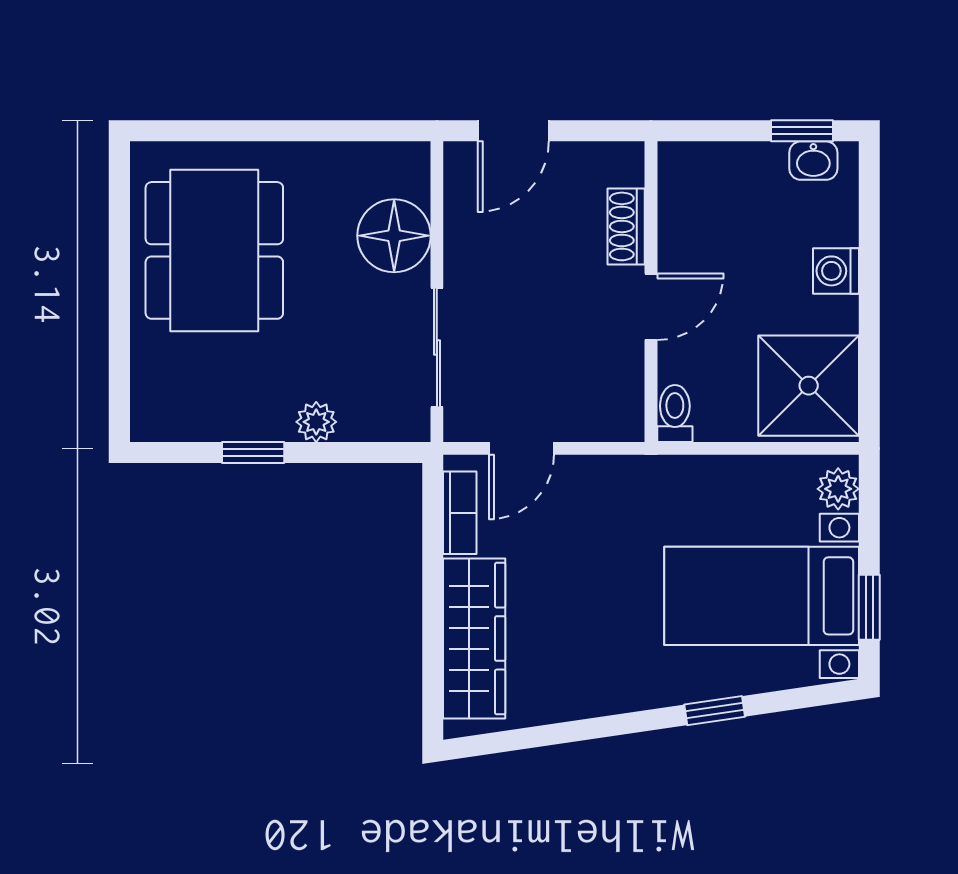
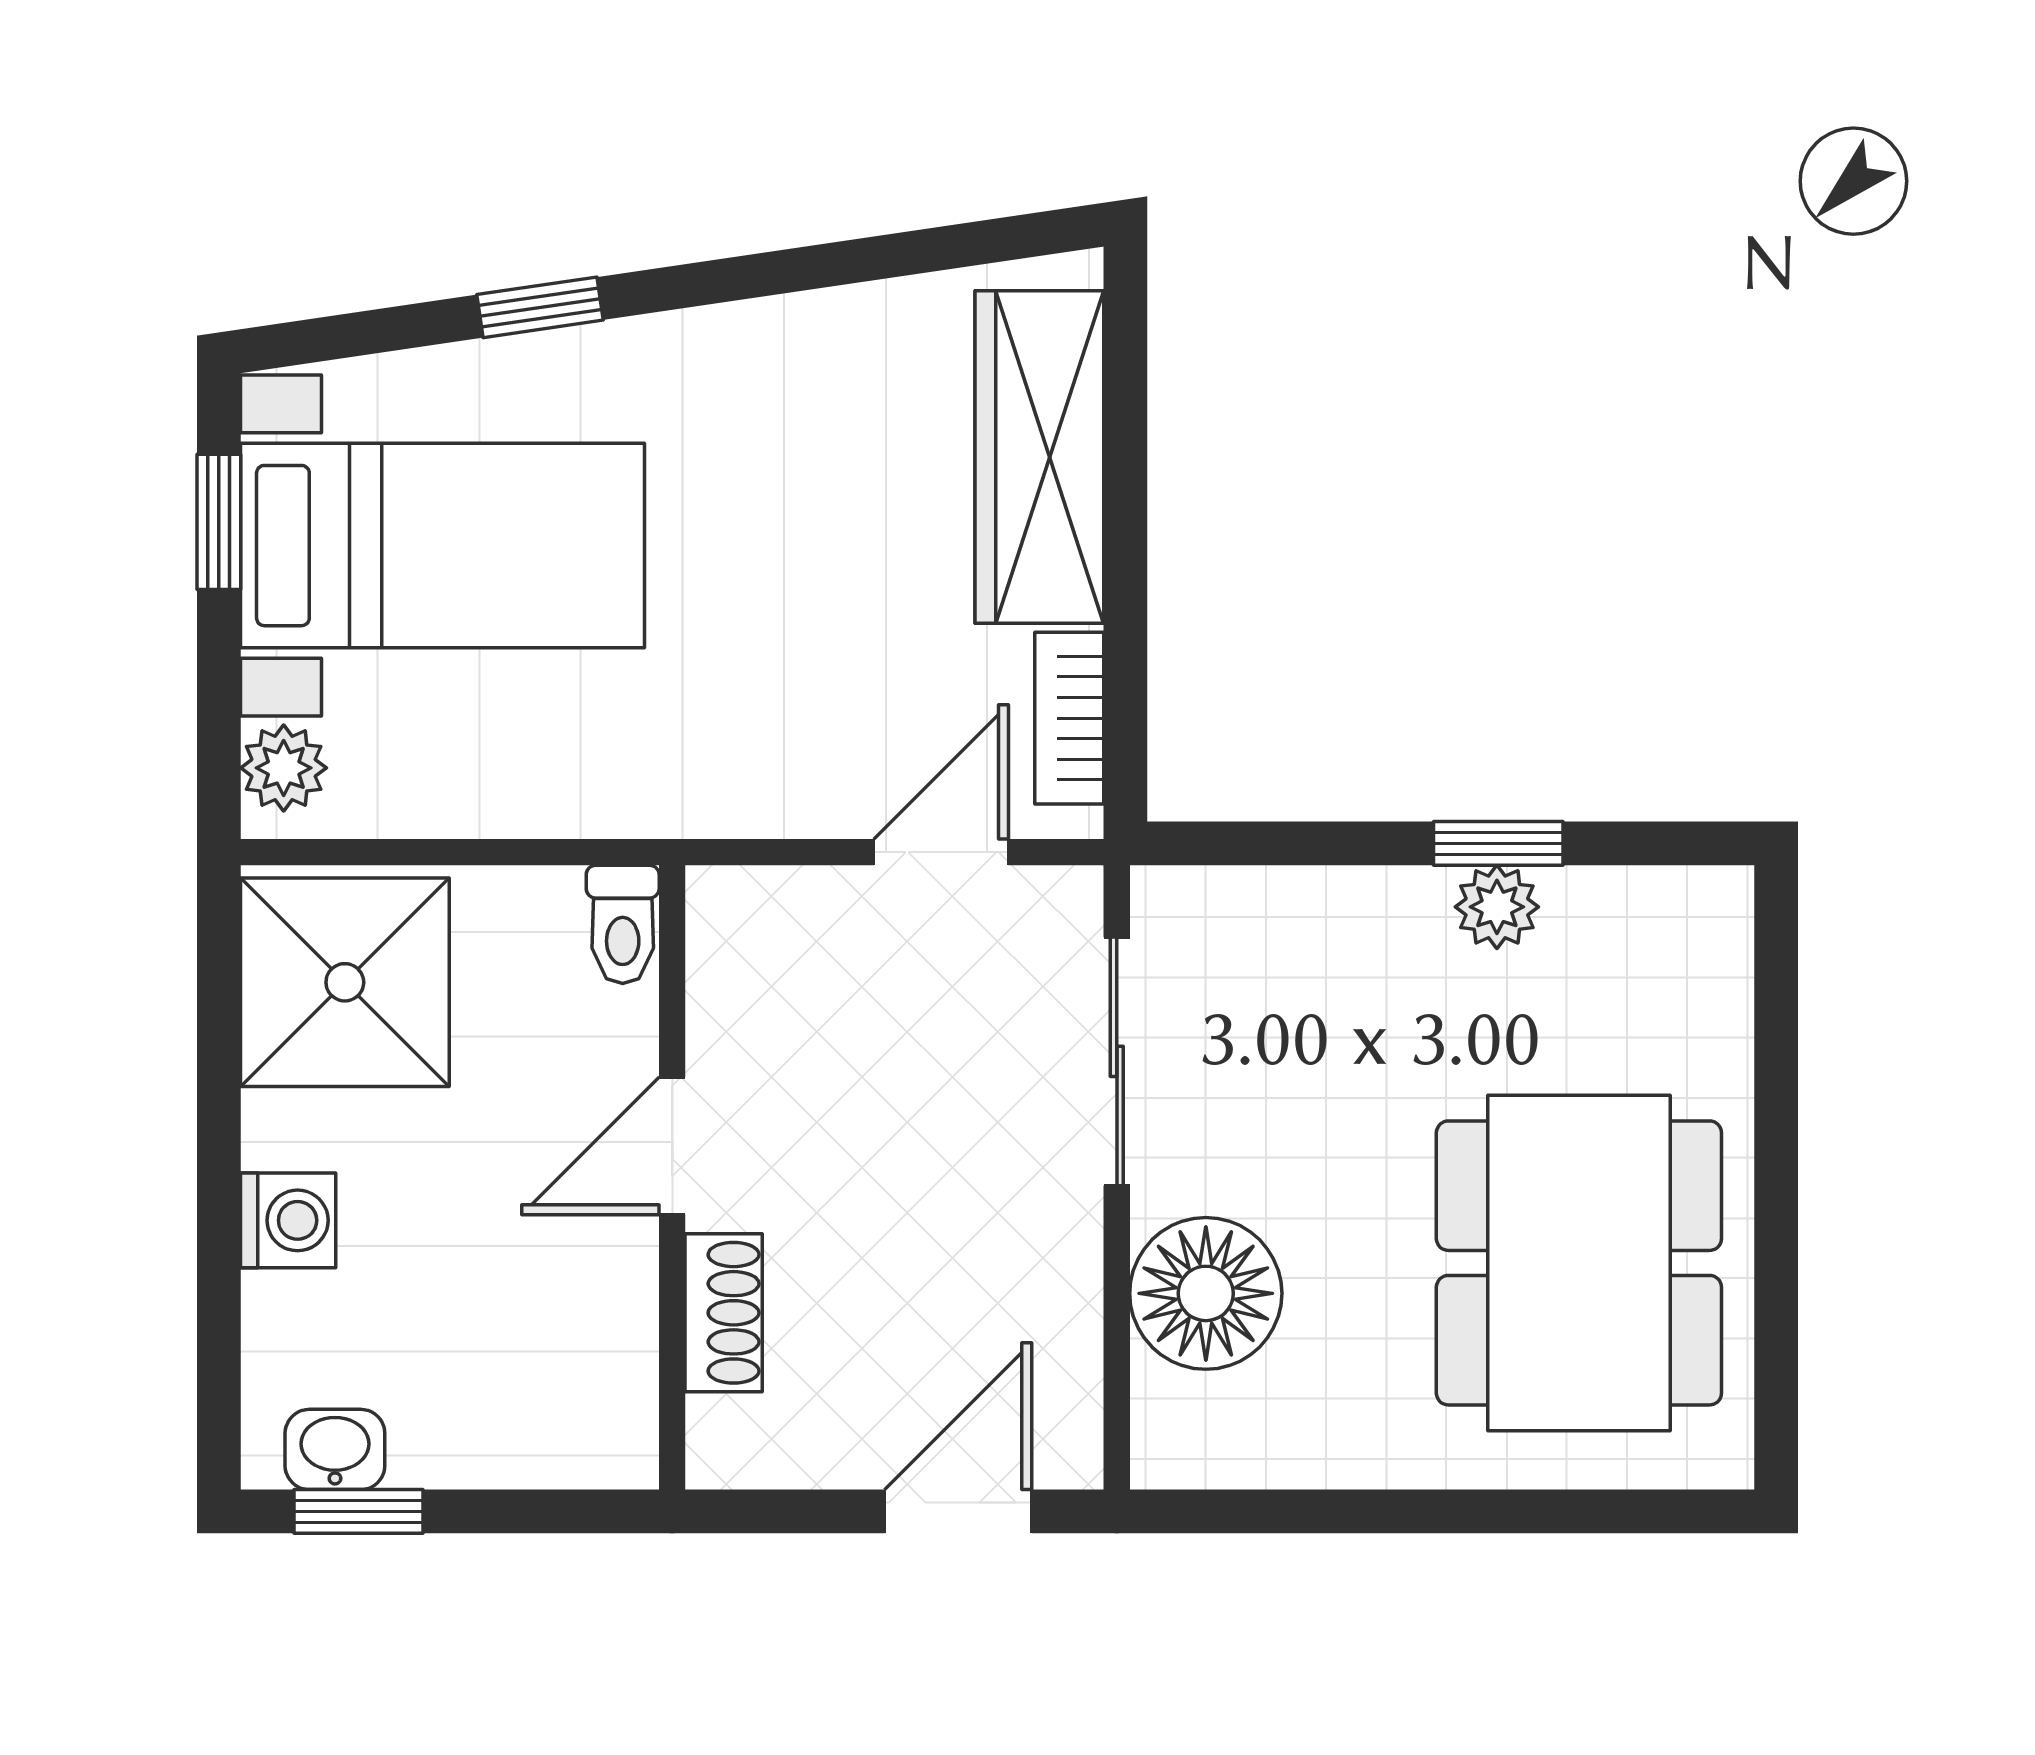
plant: (316, 422) -> (1497, 907), moved

